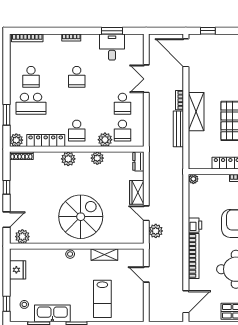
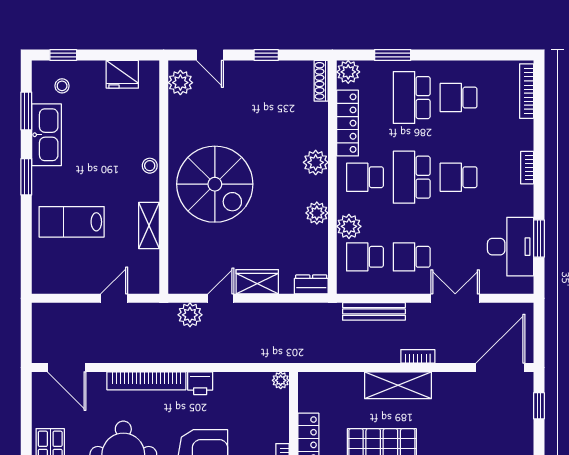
desk: (112, 47) -> (510, 247), width x1.37
school desk: (77, 104) -> (412, 177), added
bench: (178, 129) -> (374, 311), moved

